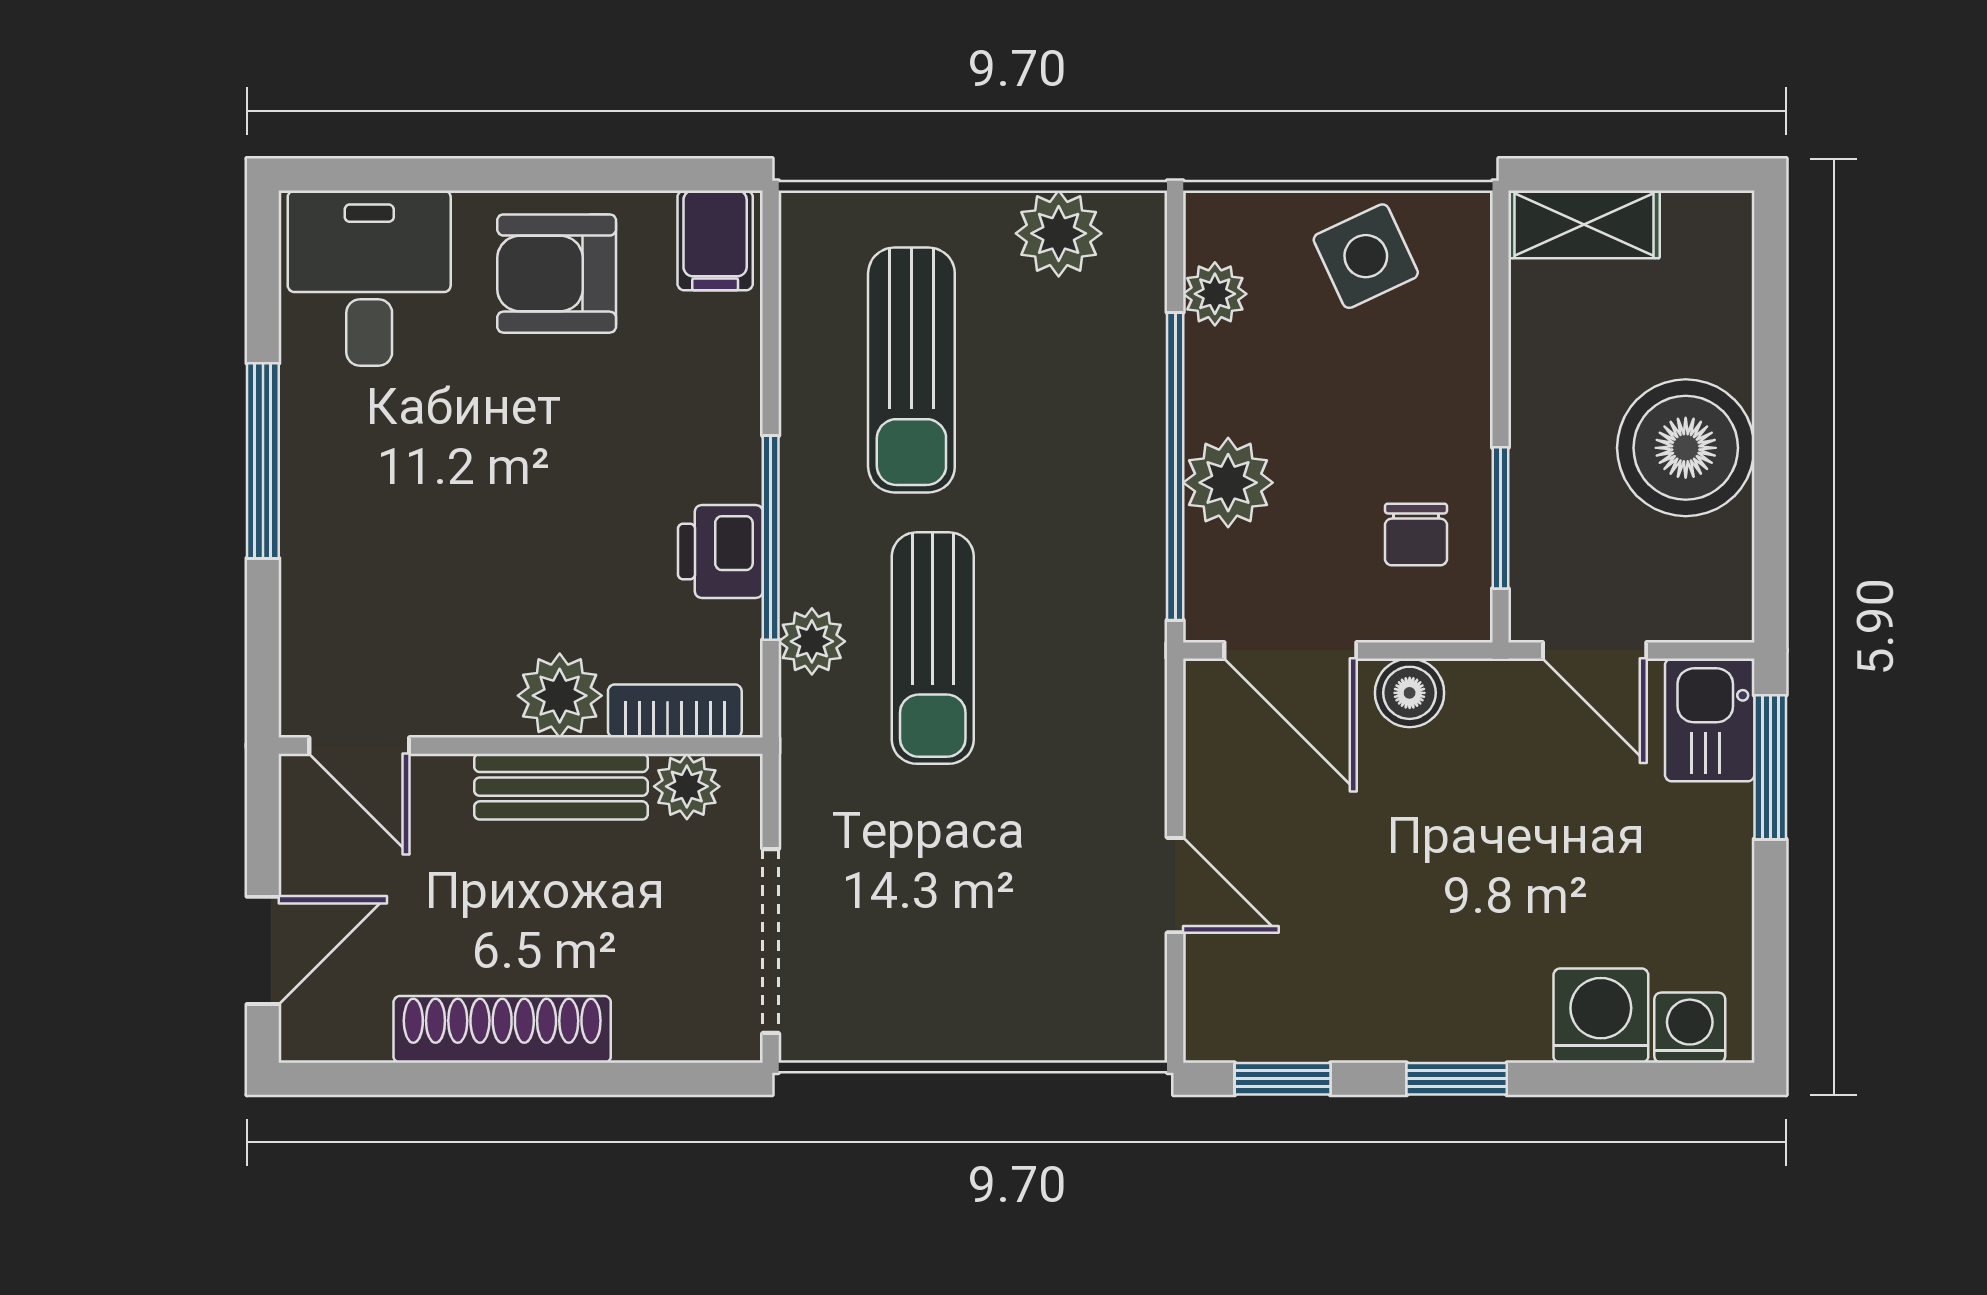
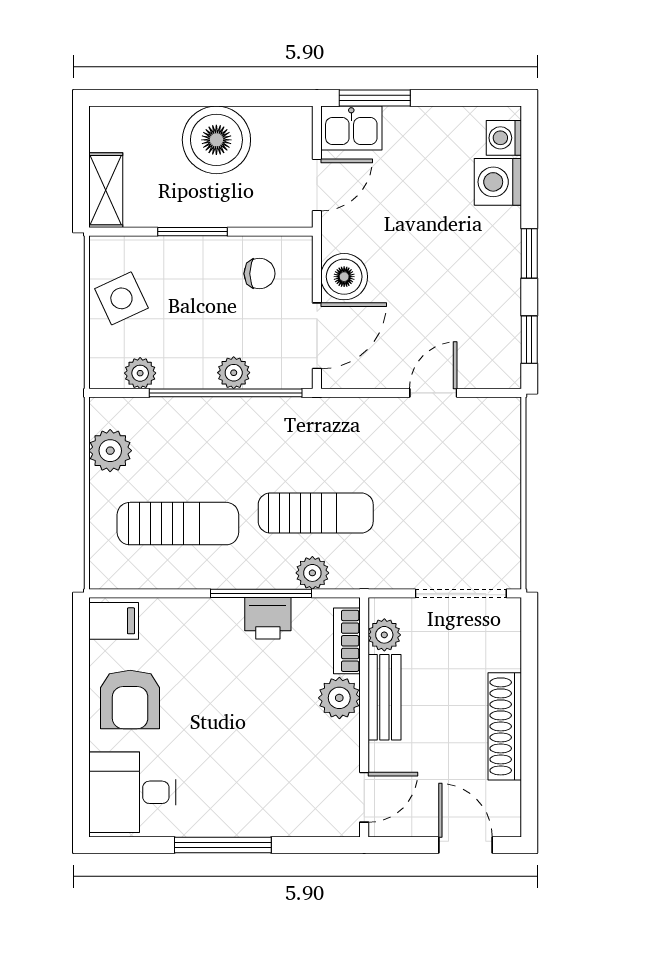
plant: (1228, 483) -> (234, 373), width x0.73, depth x0.73
window: (1500, 518) -> (193, 232), moved
boiler: (1410, 693) -> (344, 277), width x1.36, depth x1.36

